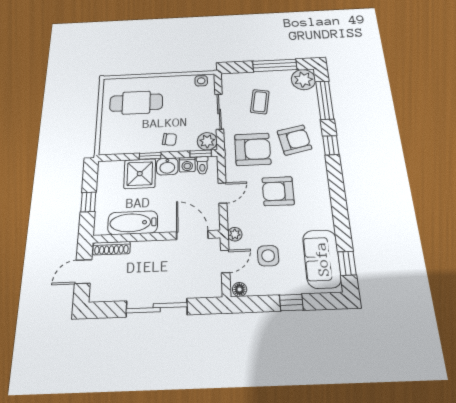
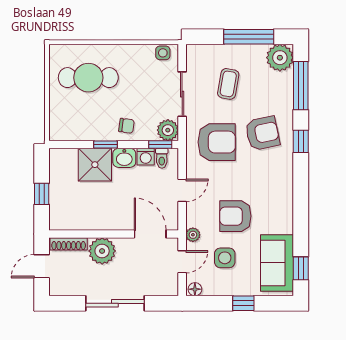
armchair: (278, 191) -> (235, 216), moved
bathtub: (133, 223) -> (89, 218), removed
plant: (145, 254) -> (102, 251), added

